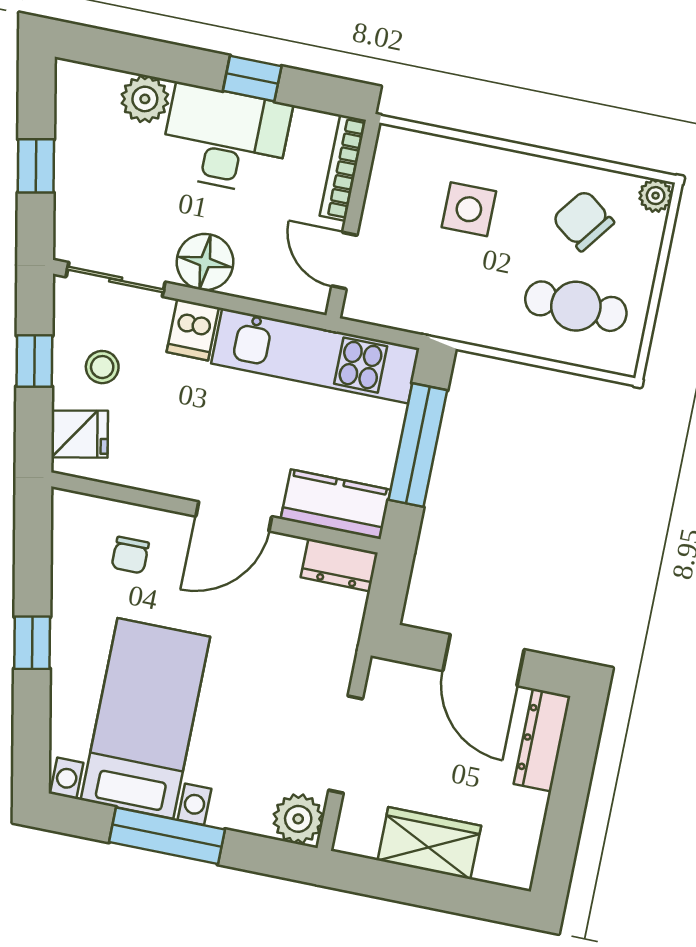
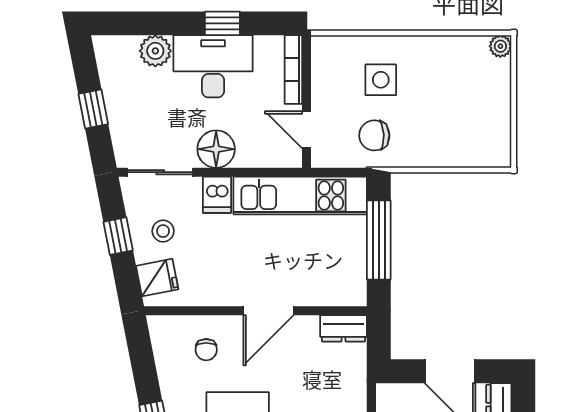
chair: (583, 221) -> (374, 135), moved, turned -40
cafe table: (576, 306) -> (463, 129), removed
kitchen counter: (336, 504) -> (333, 289), removed

